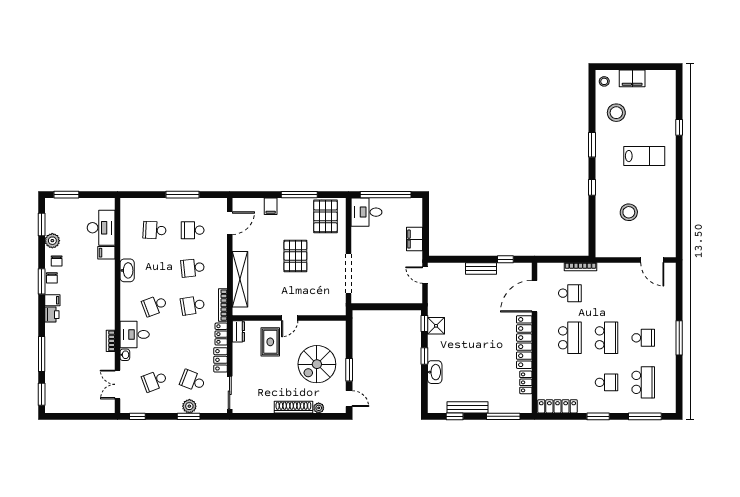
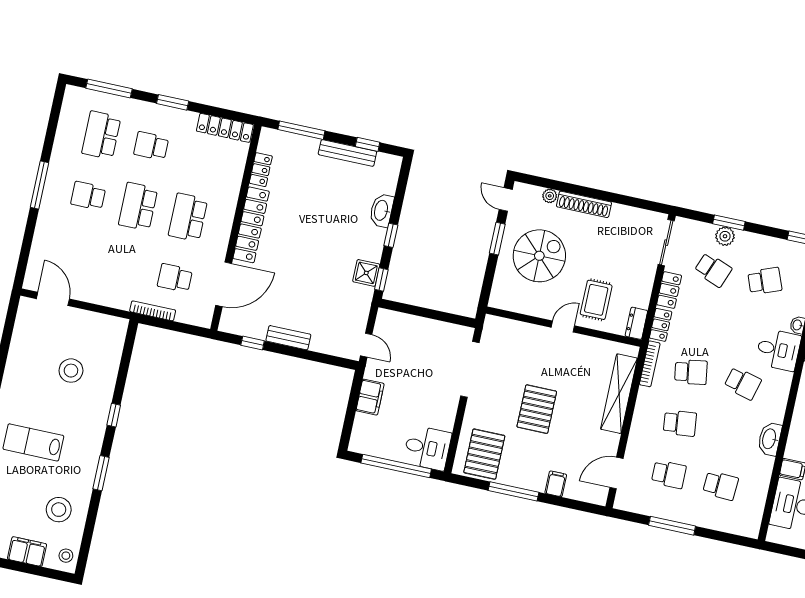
school desk: (155, 305) -> (743, 383), turned 36

